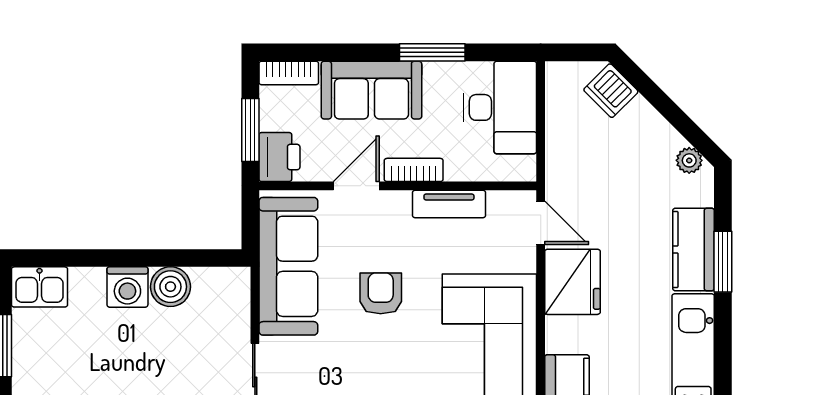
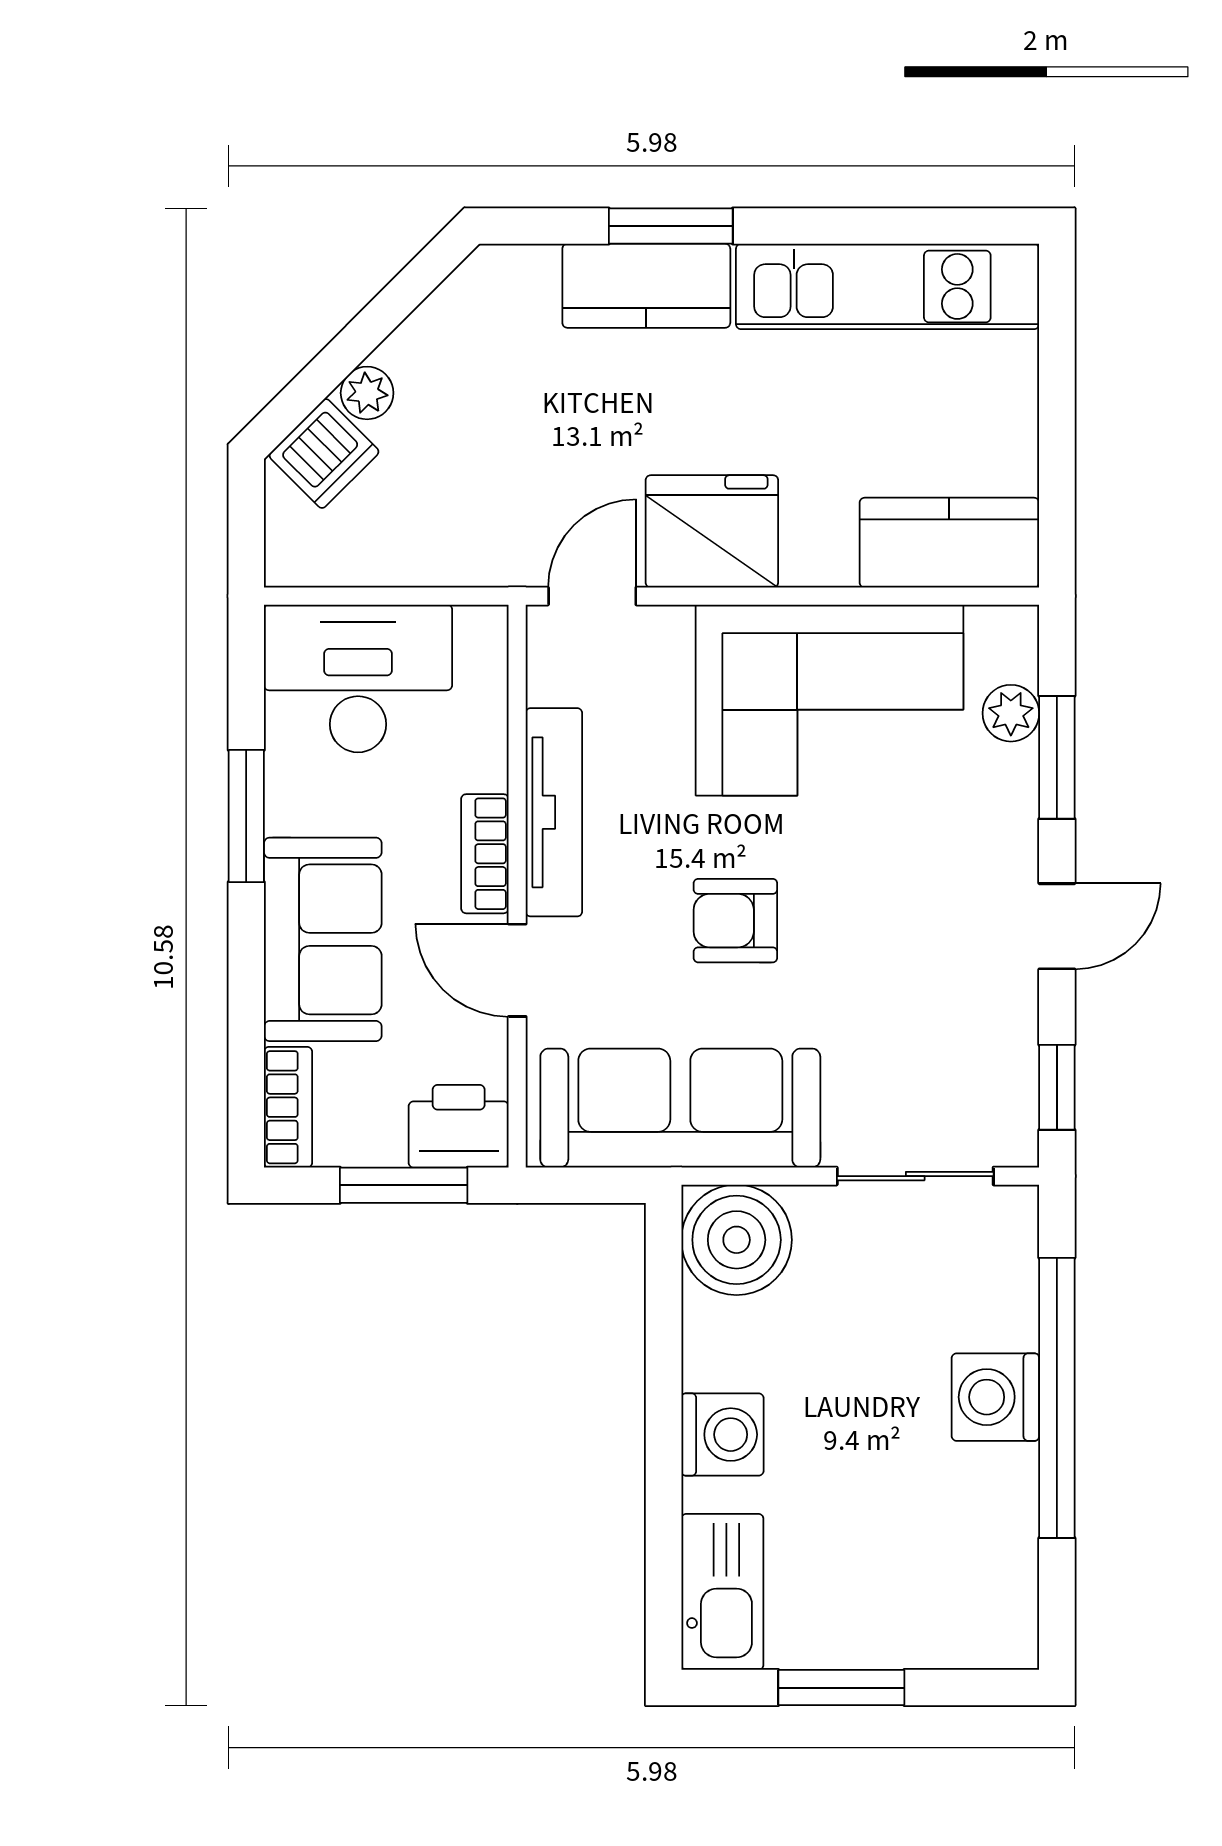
plant: (689, 160) -> (367, 393), moved
tv unit: (449, 204) -> (554, 812), width x1.41
kitchen sink: (39, 287) -> (722, 1592), width x1.38
boiler: (170, 287) -> (737, 1240), moved, width x1.37, depth x1.37

